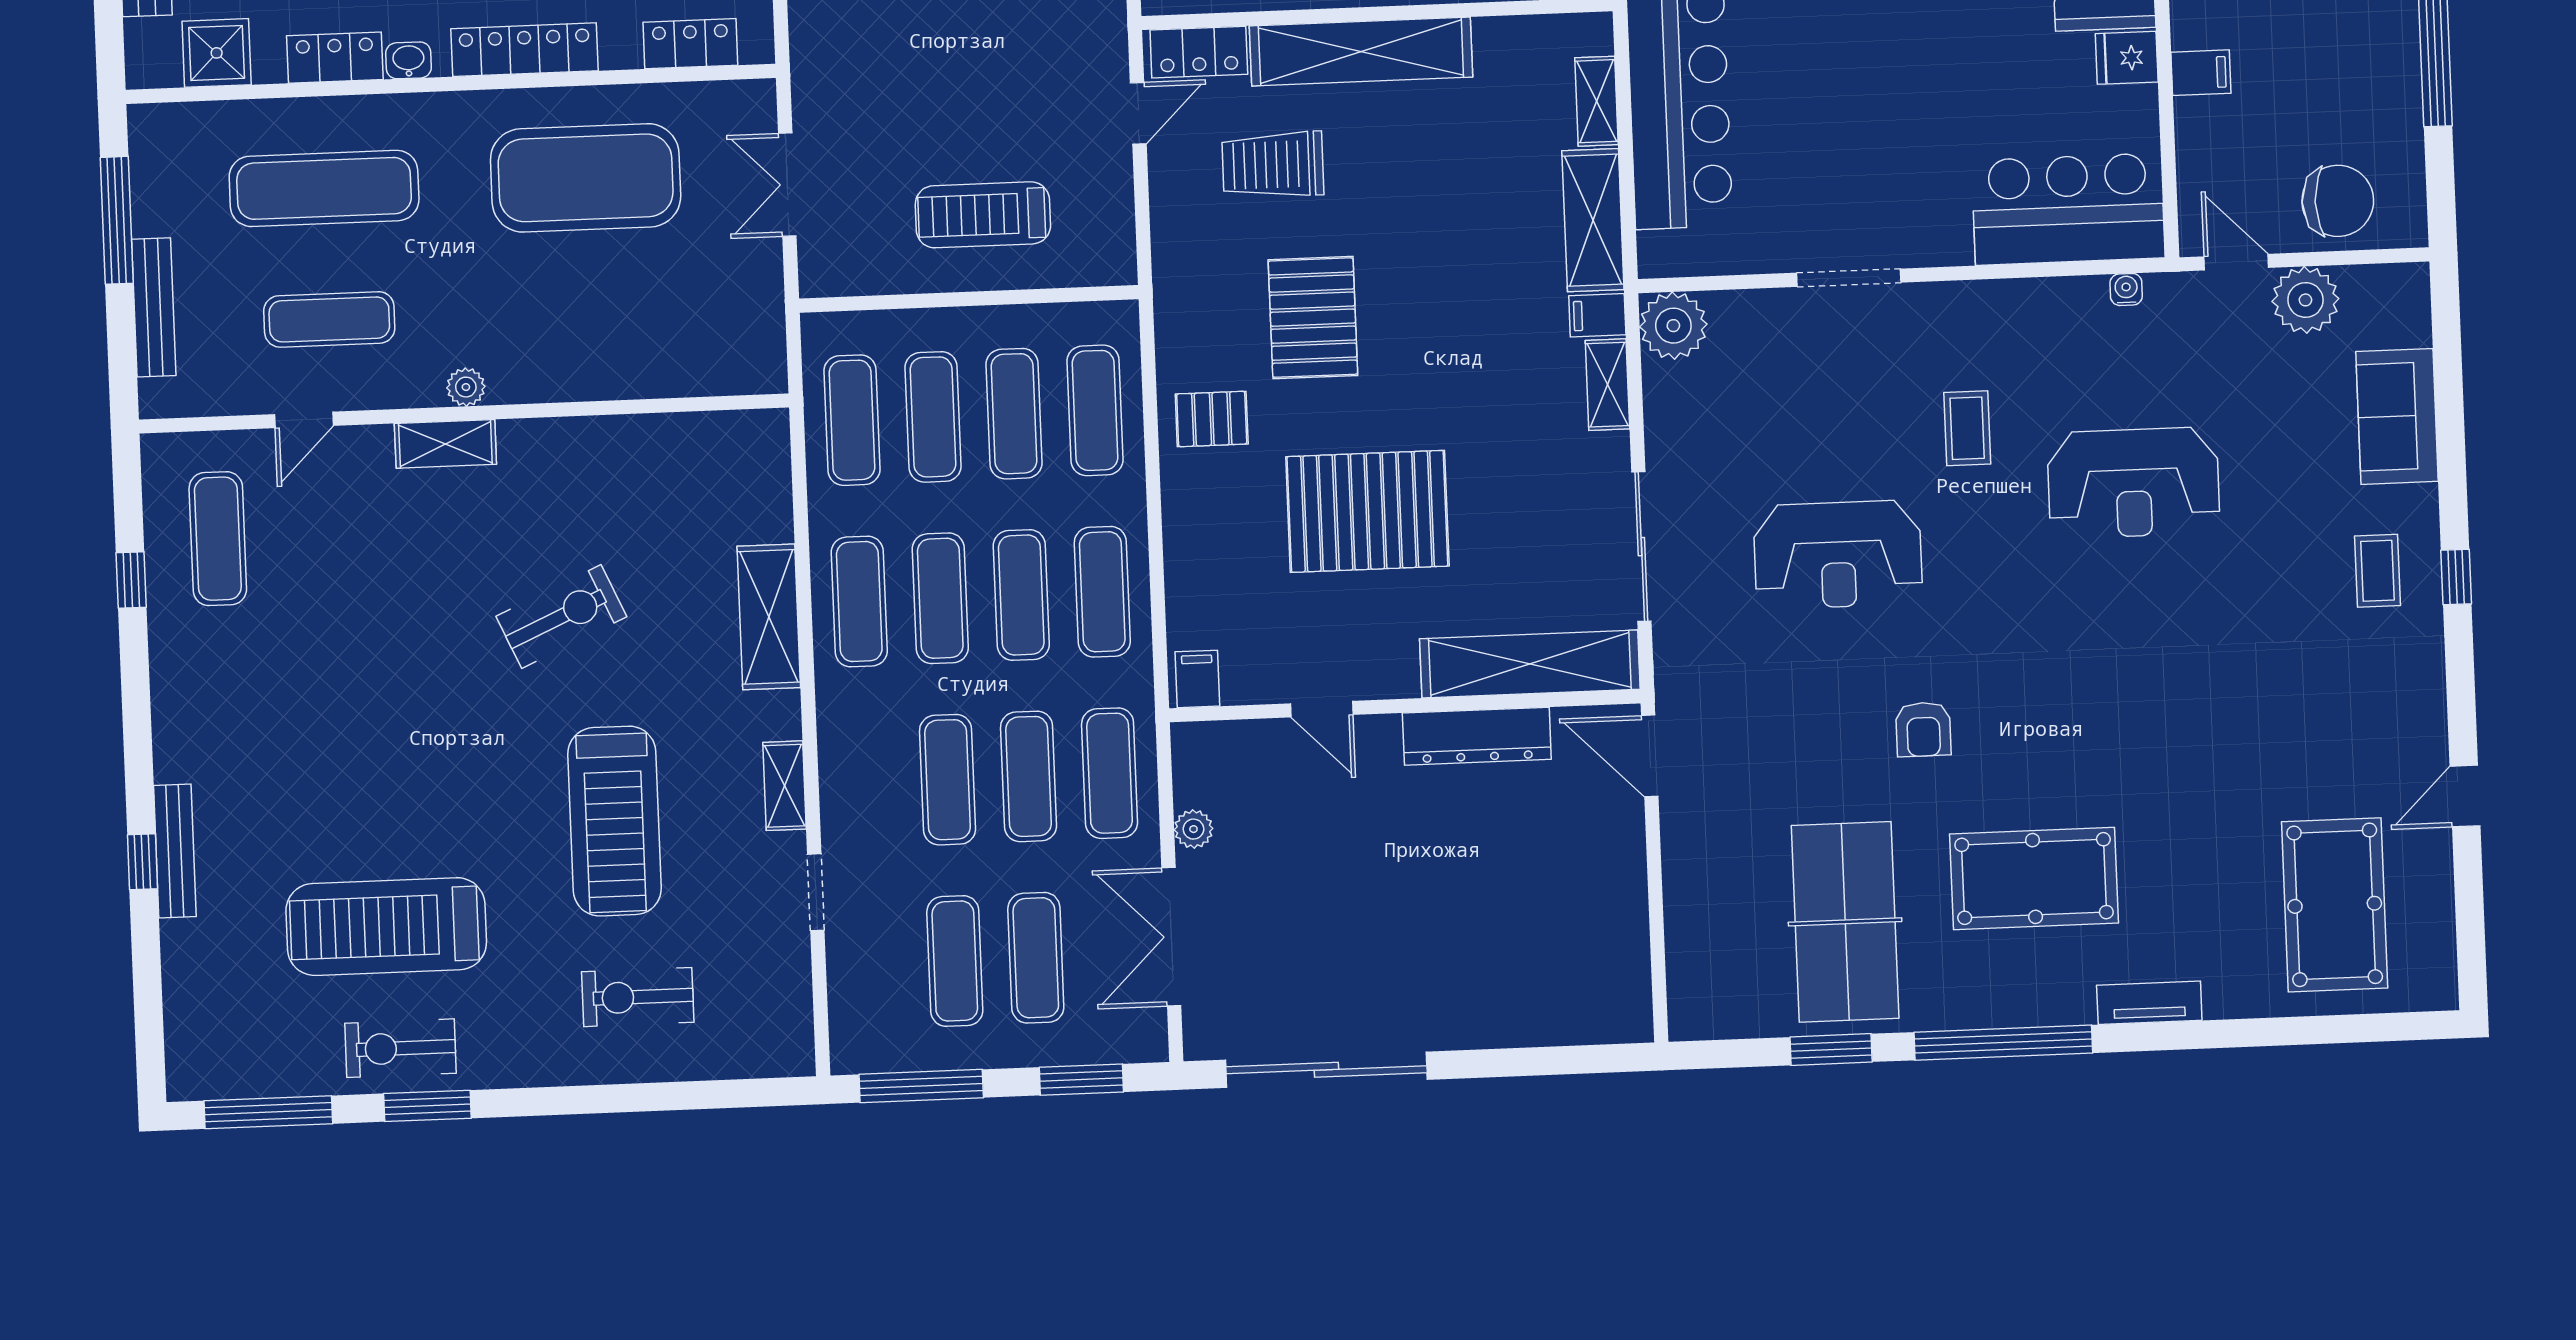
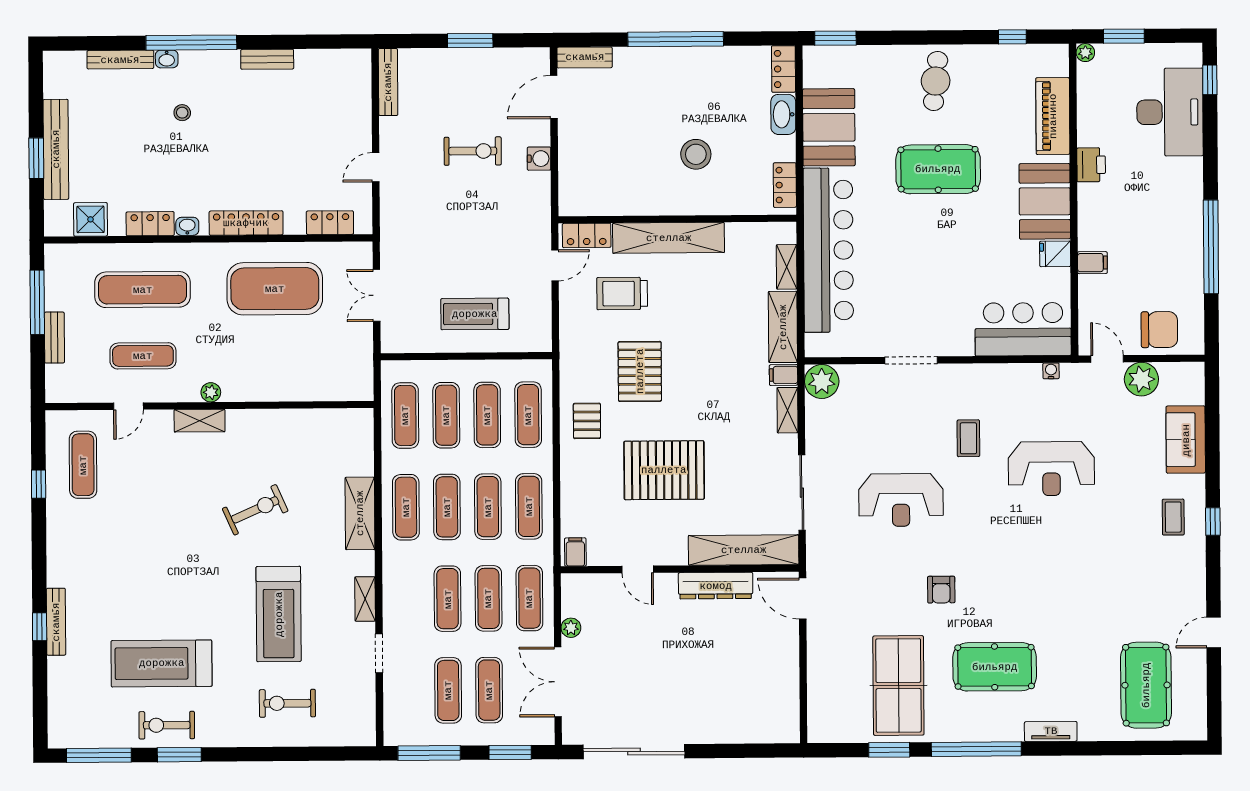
bench: (154, 307) -> (54, 338), width x0.73
pallet: (1212, 419) -> (587, 421), turned 90

